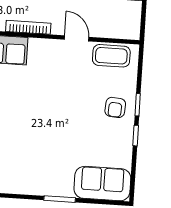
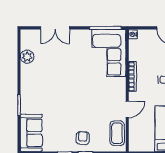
armchair: (115, 107) -> (83, 138), turned 89

